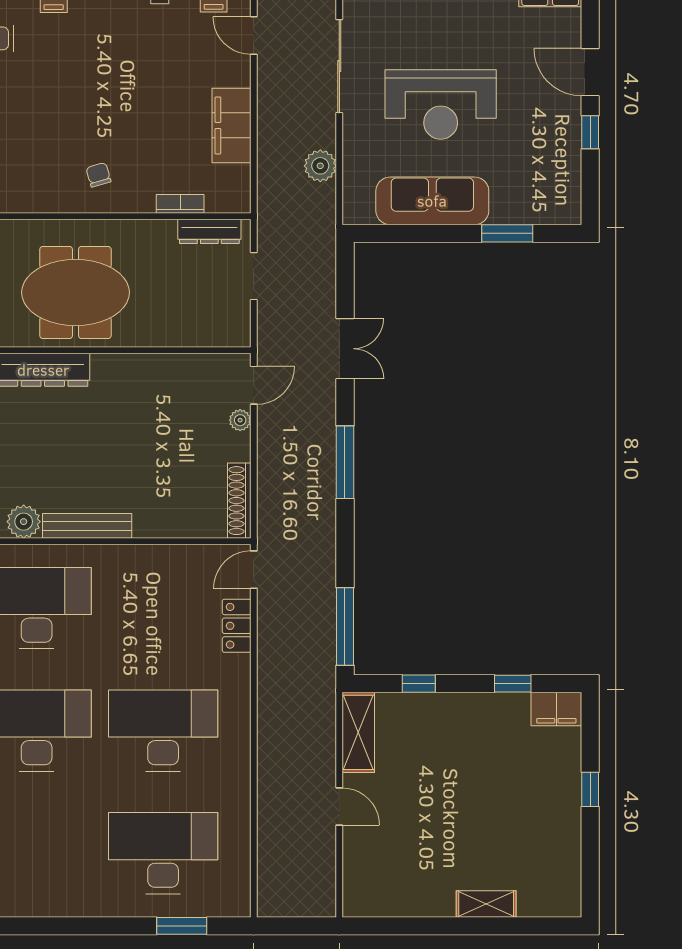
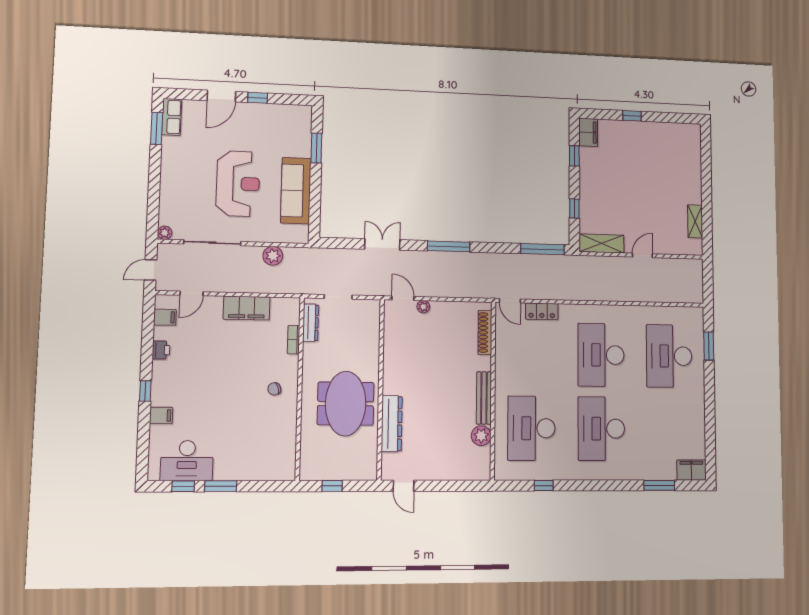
shoe rack: (239, 501) -> (485, 333), moved, turned 90
shelving: (486, 904) -> (695, 221), moved

